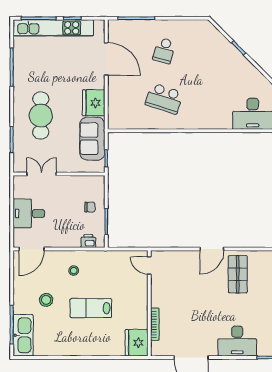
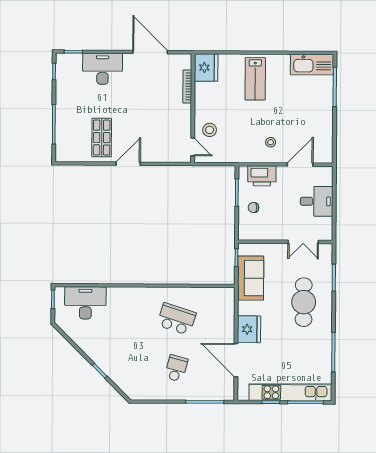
fridge: (94, 103) -> (249, 329), moved
printer: (88, 241) -> (262, 176), width x1.87, depth x1.48
door: (31, 249) -> (300, 165), moved
stool: (46, 300) -> (210, 130), moved
lab bench: (91, 308) -> (255, 79), moved, turned 90
kitchen sink: (23, 335) -> (312, 65), moved, turned -90

